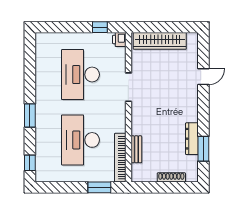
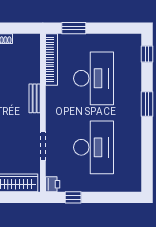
doorway: (128, 87) -> (43, 146), moved
bench: (136, 149) -> (35, 98), moved

